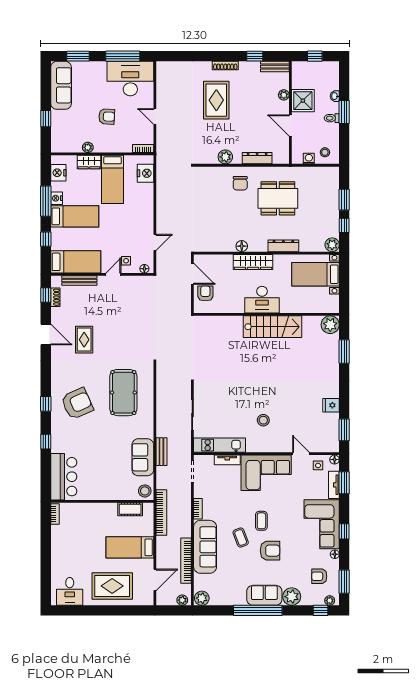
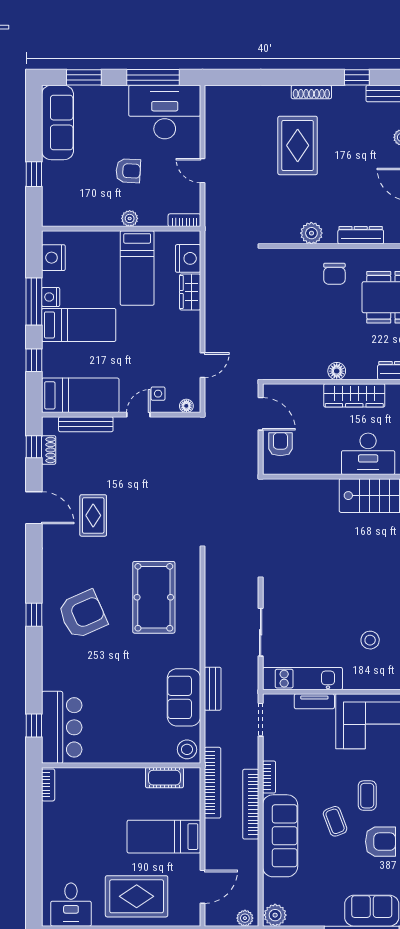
plant: (88, 147) -> (130, 218), moved
wardrobe: (89, 162) -> (190, 292), moved, turned 90
window: (46, 442) -> (34, 725), moved
bookcase: (186, 561) -> (251, 804), moved

